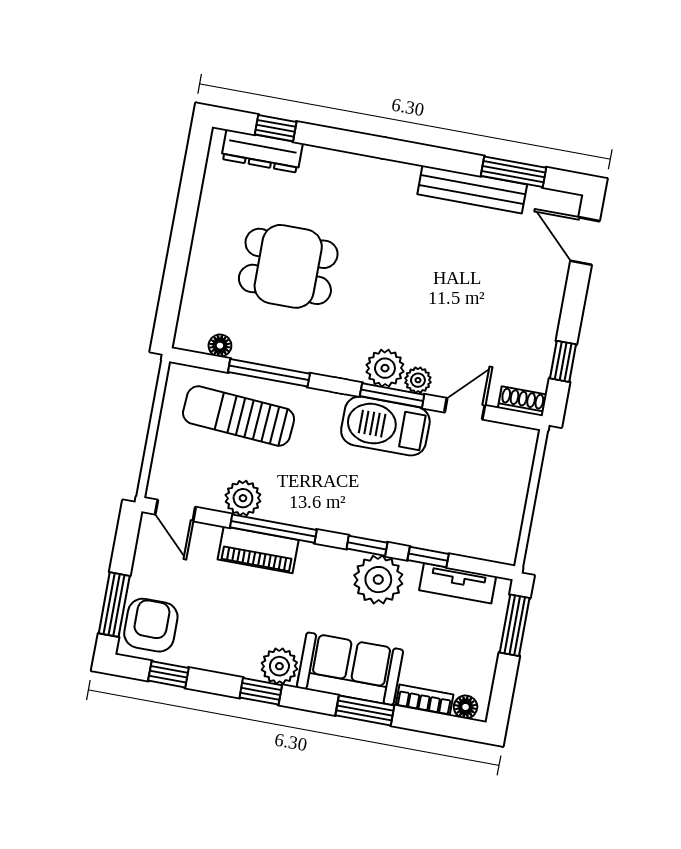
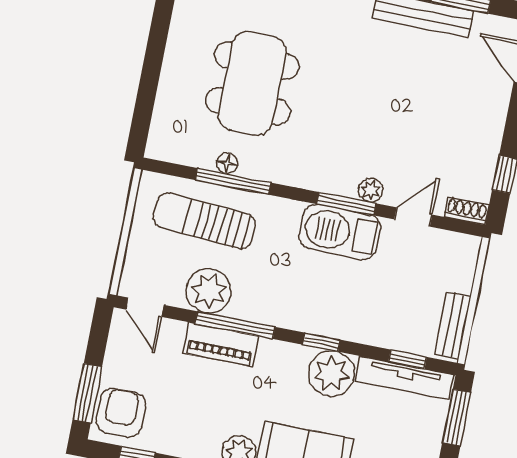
dining table: (288, 266) -> (252, 83), width x1.38
floor lamp: (220, 346) -> (227, 163), moved
plant: (385, 368) -> (340, 179), removed
plant: (243, 498) -> (209, 291), width x1.36, depth x1.36
bench: (509, 526) -> (453, 325), added
window: (428, 557) -> (408, 359), moved
tv unit: (458, 583) -> (405, 378), width x1.41

